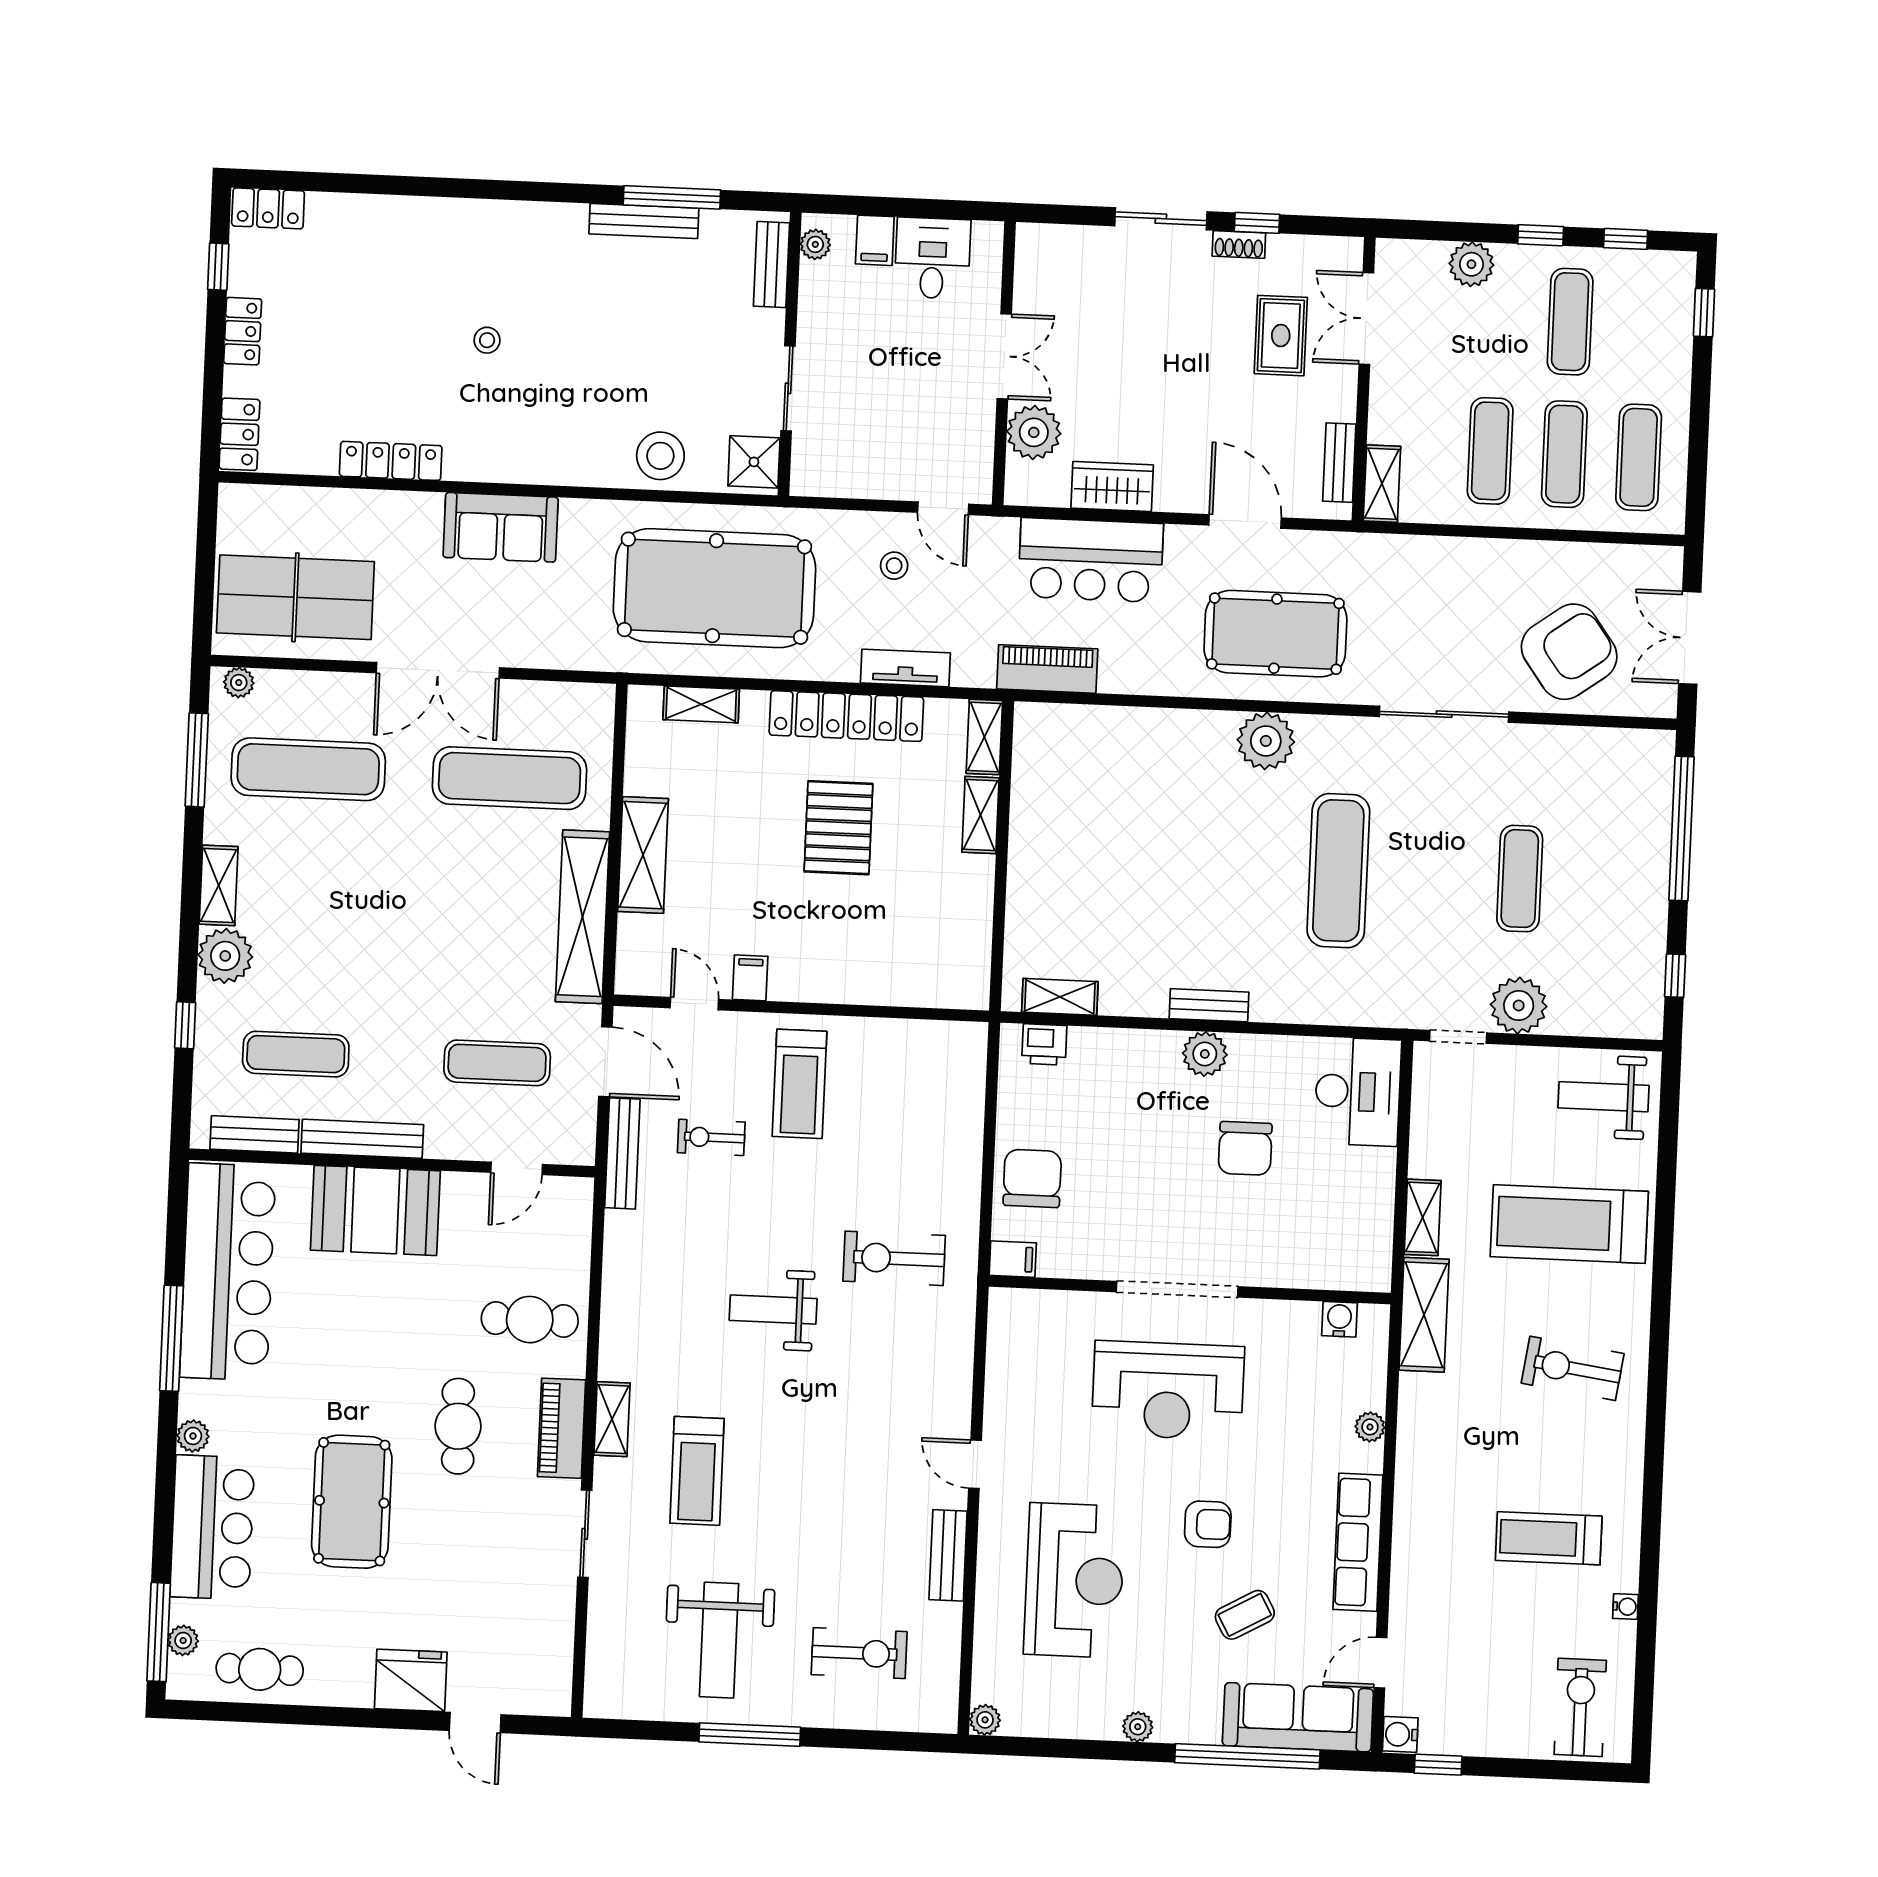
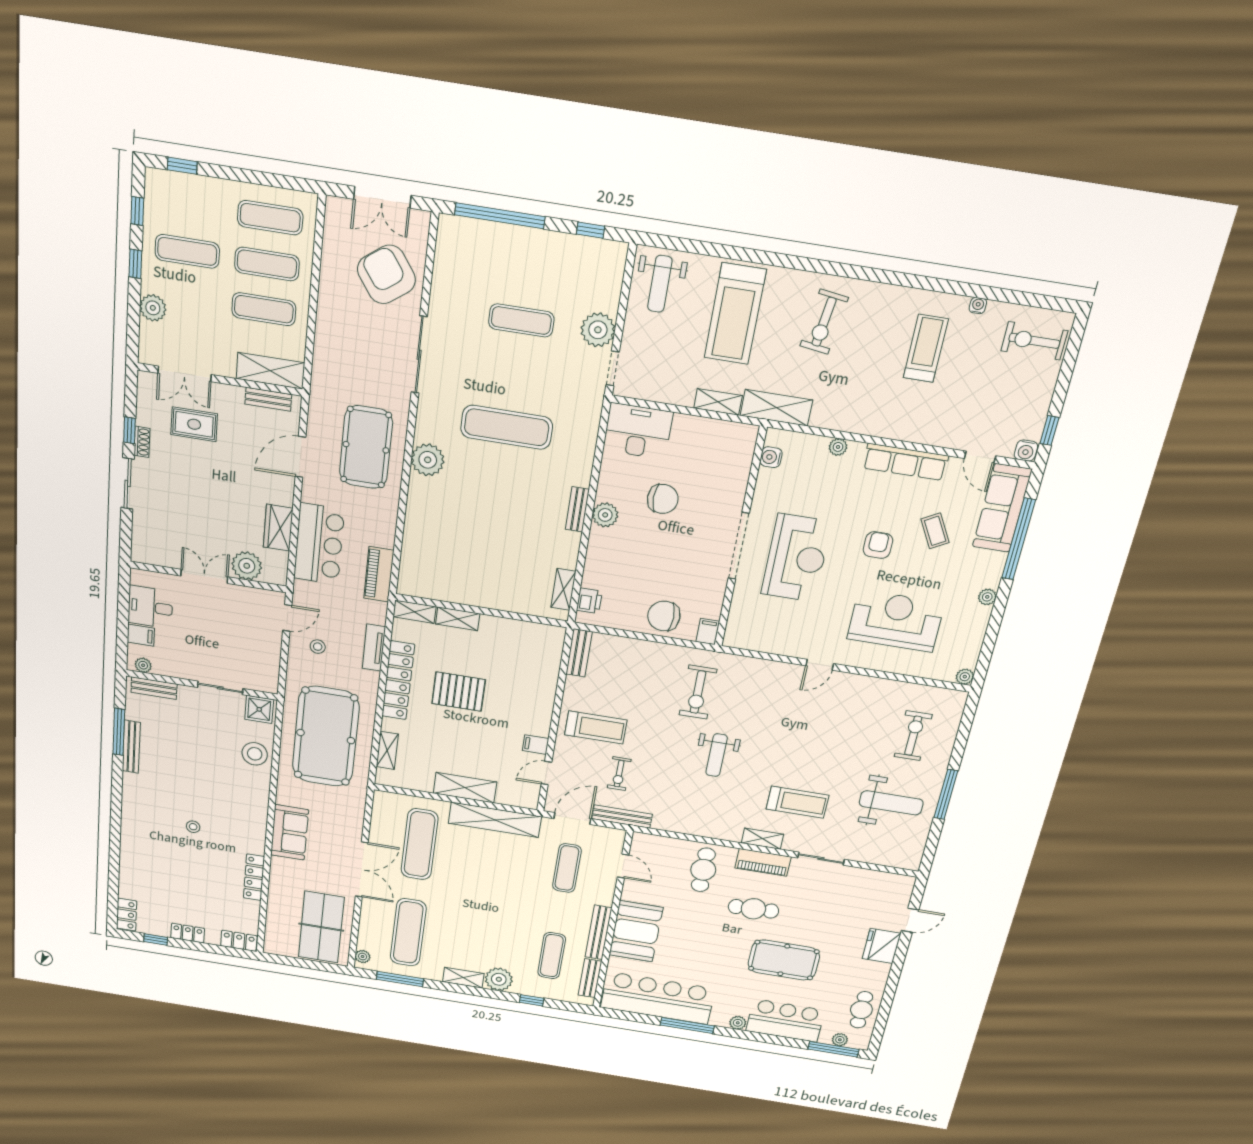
shelving: (1382, 484) -> (270, 371), width x1.50, depth x1.33
treadmill: (1549, 1538) -> (926, 348), turned 180
bench: (948, 1555) -> (579, 653), moved, turned 90

